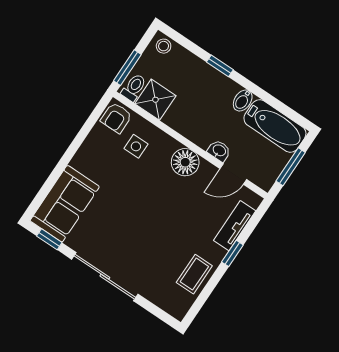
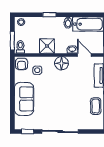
shower: (155, 100) -> (47, 46), moved
door: (233, 174) -> (84, 55), swing flipped
sofa: (65, 204) -> (24, 99), moved

